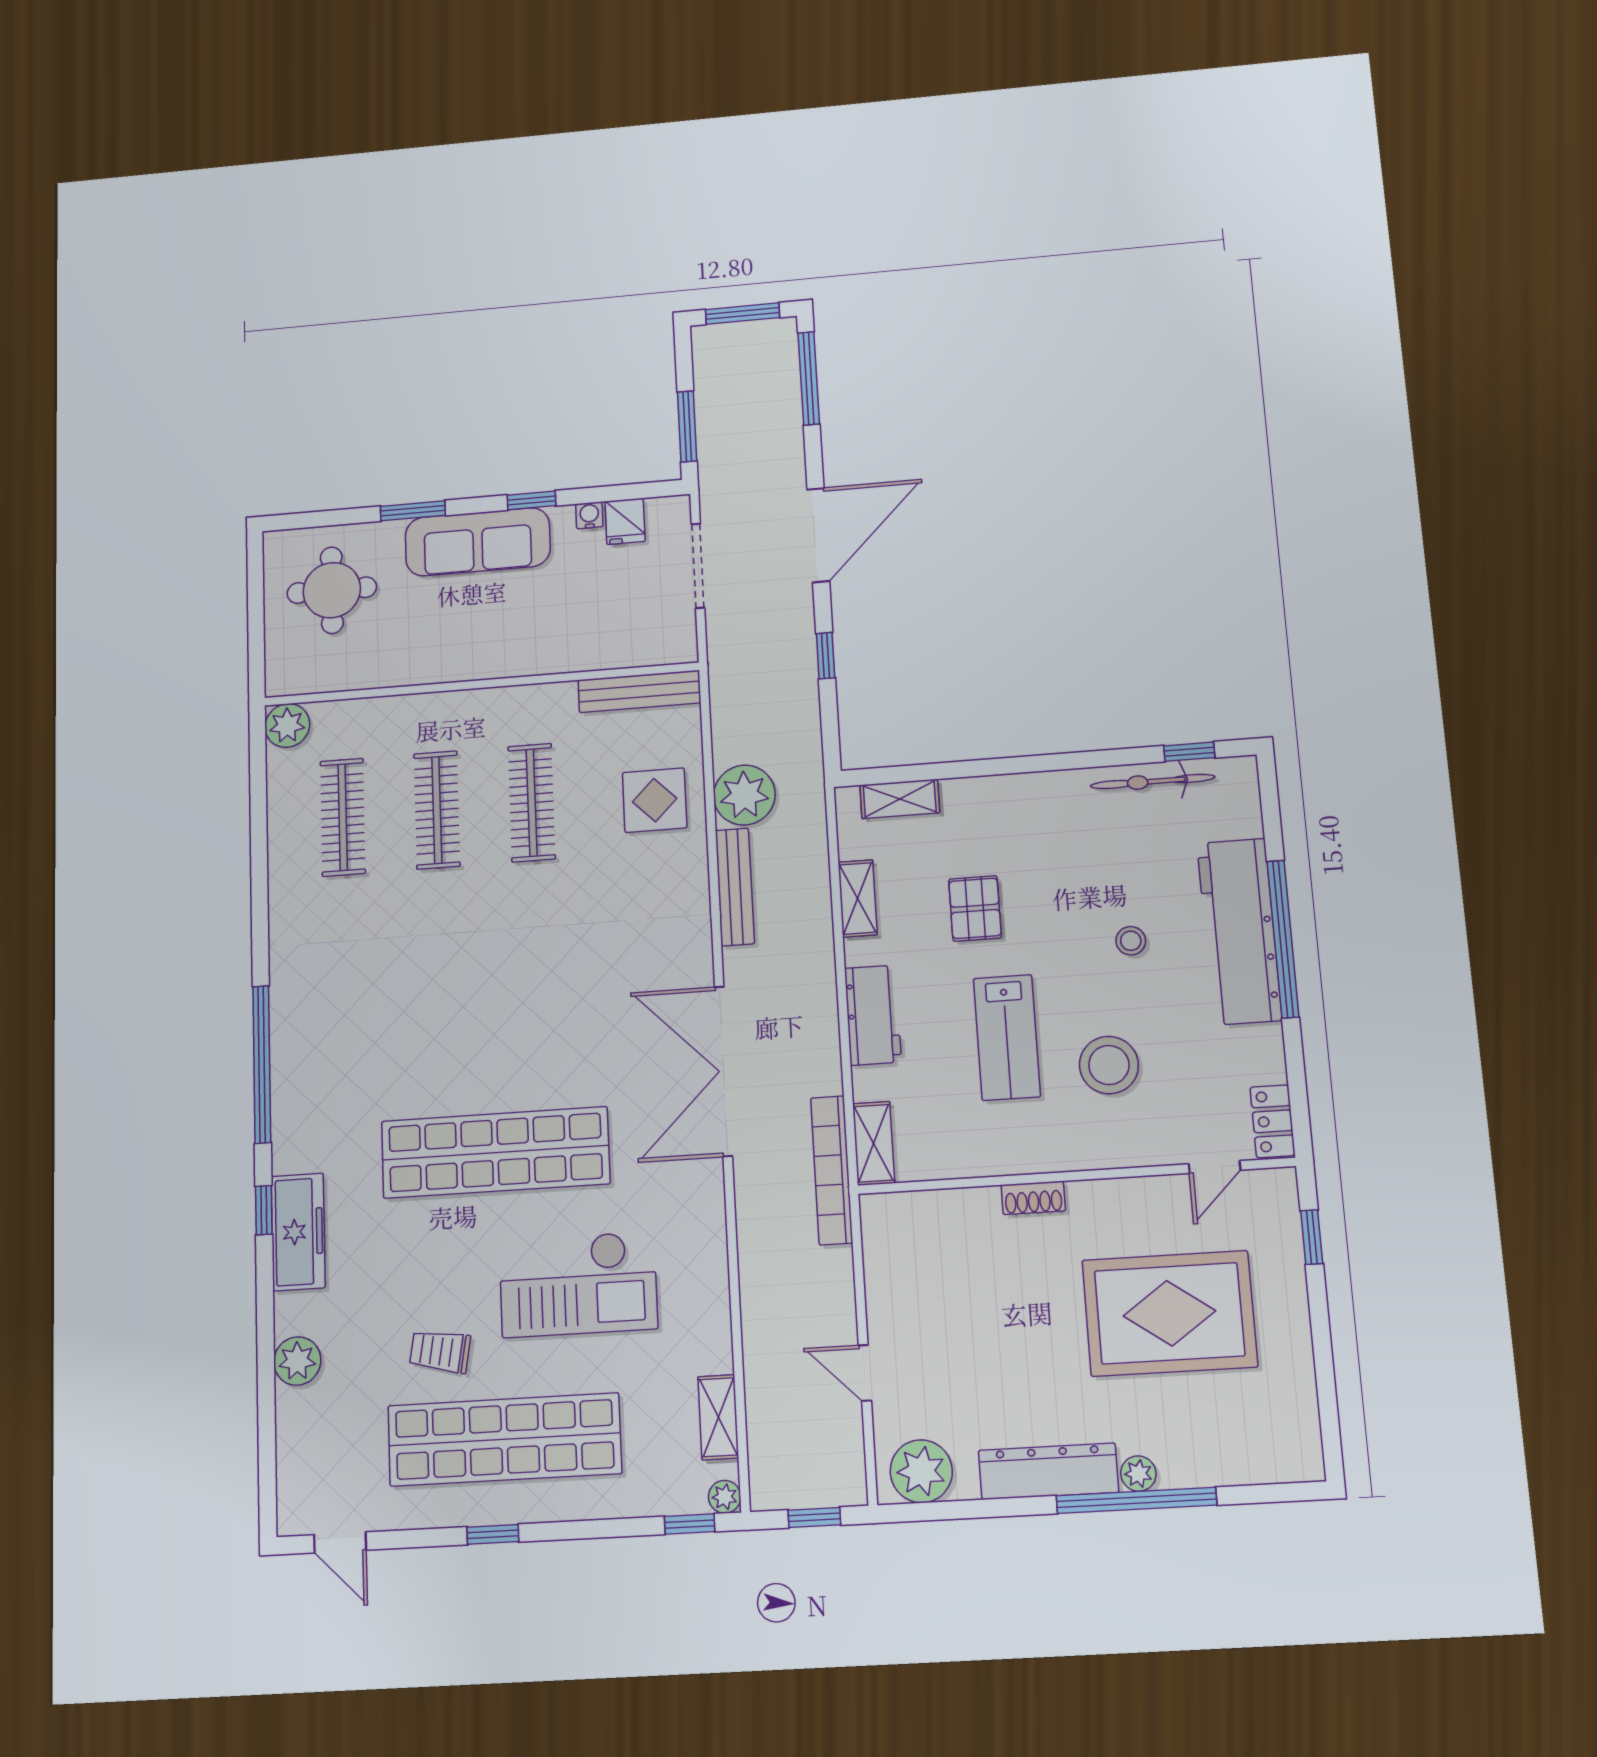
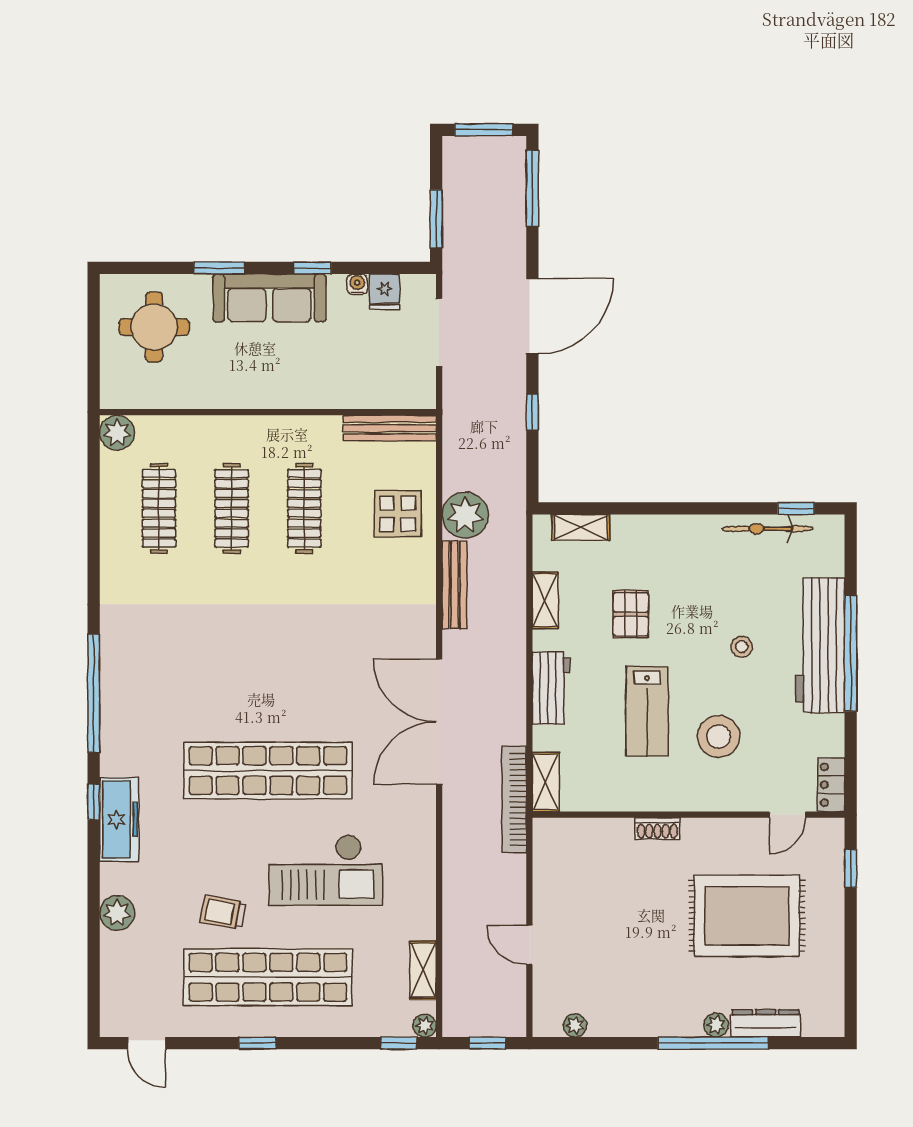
plant: (921, 1471) -> (575, 1025), width x0.53, depth x0.53
dresser: (1048, 1471) -> (766, 1023), moved, width x0.73, depth x0.80

